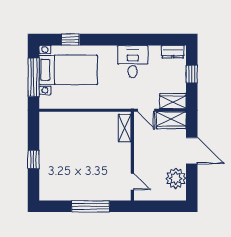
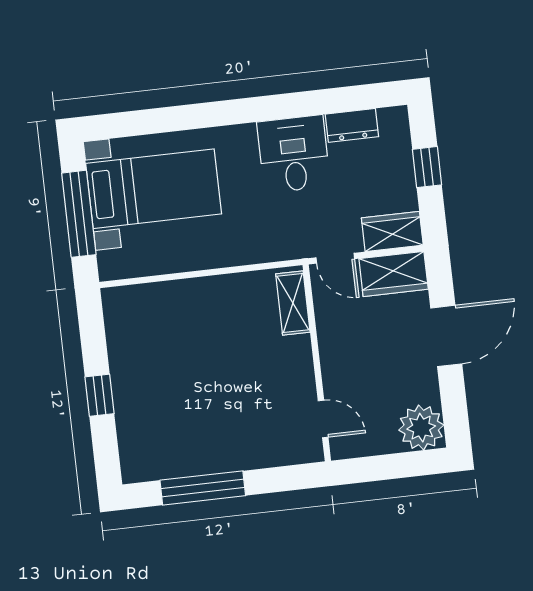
window: (70, 40) -> (151, 121), removed
dresser: (173, 52) -> (352, 125), moved
door: (192, 151) -> (446, 336), hinge flipped
plant: (176, 178) -> (421, 428), moved
window: (90, 206) -> (203, 488), moved

